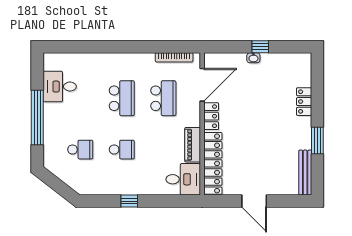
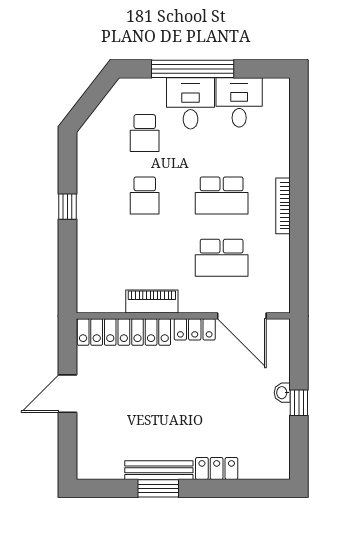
bookcase: (174, 57) -> (283, 206), moved
bench: (305, 173) -> (159, 470), moved
desk: (183, 179) -> (191, 103), moved, turned 180

